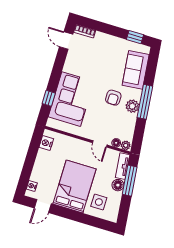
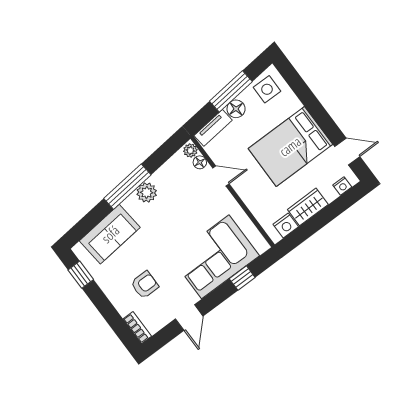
door: (66, 41) -> (189, 318), moved
armchair: (113, 98) -> (145, 285), moved
door: (100, 144) -> (221, 176), hinge flipped
wardrobe: (42, 161) -> (308, 207), added
window: (130, 181) -> (231, 91), moved
side table: (99, 202) -> (267, 89), moved

